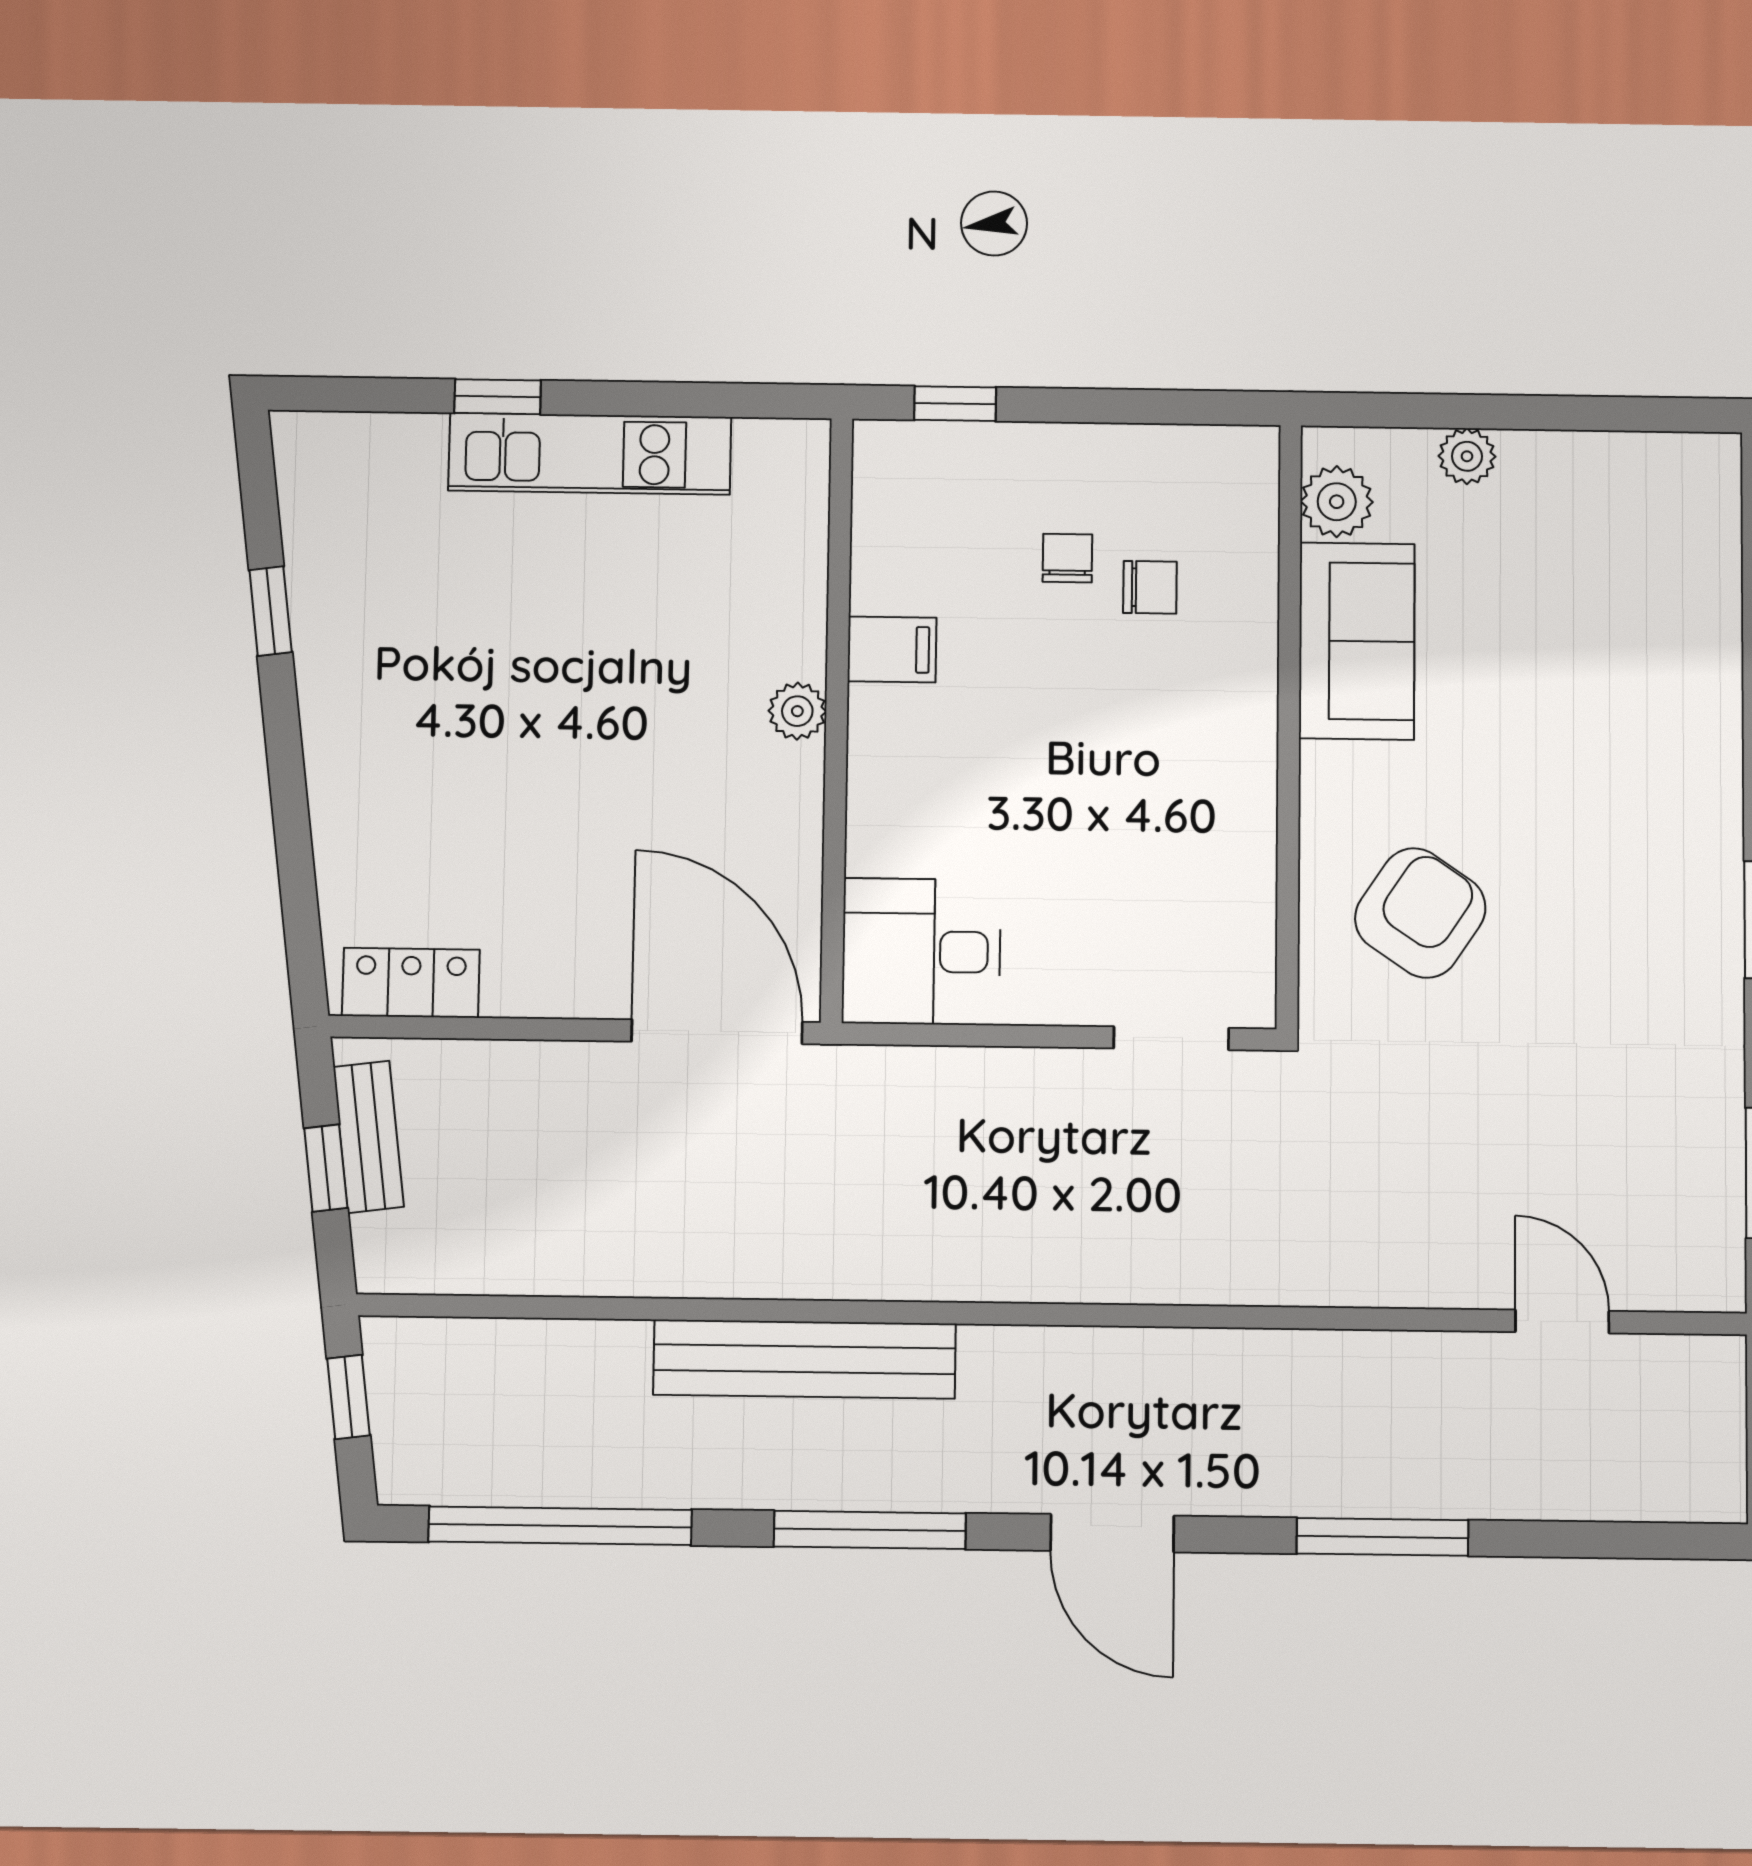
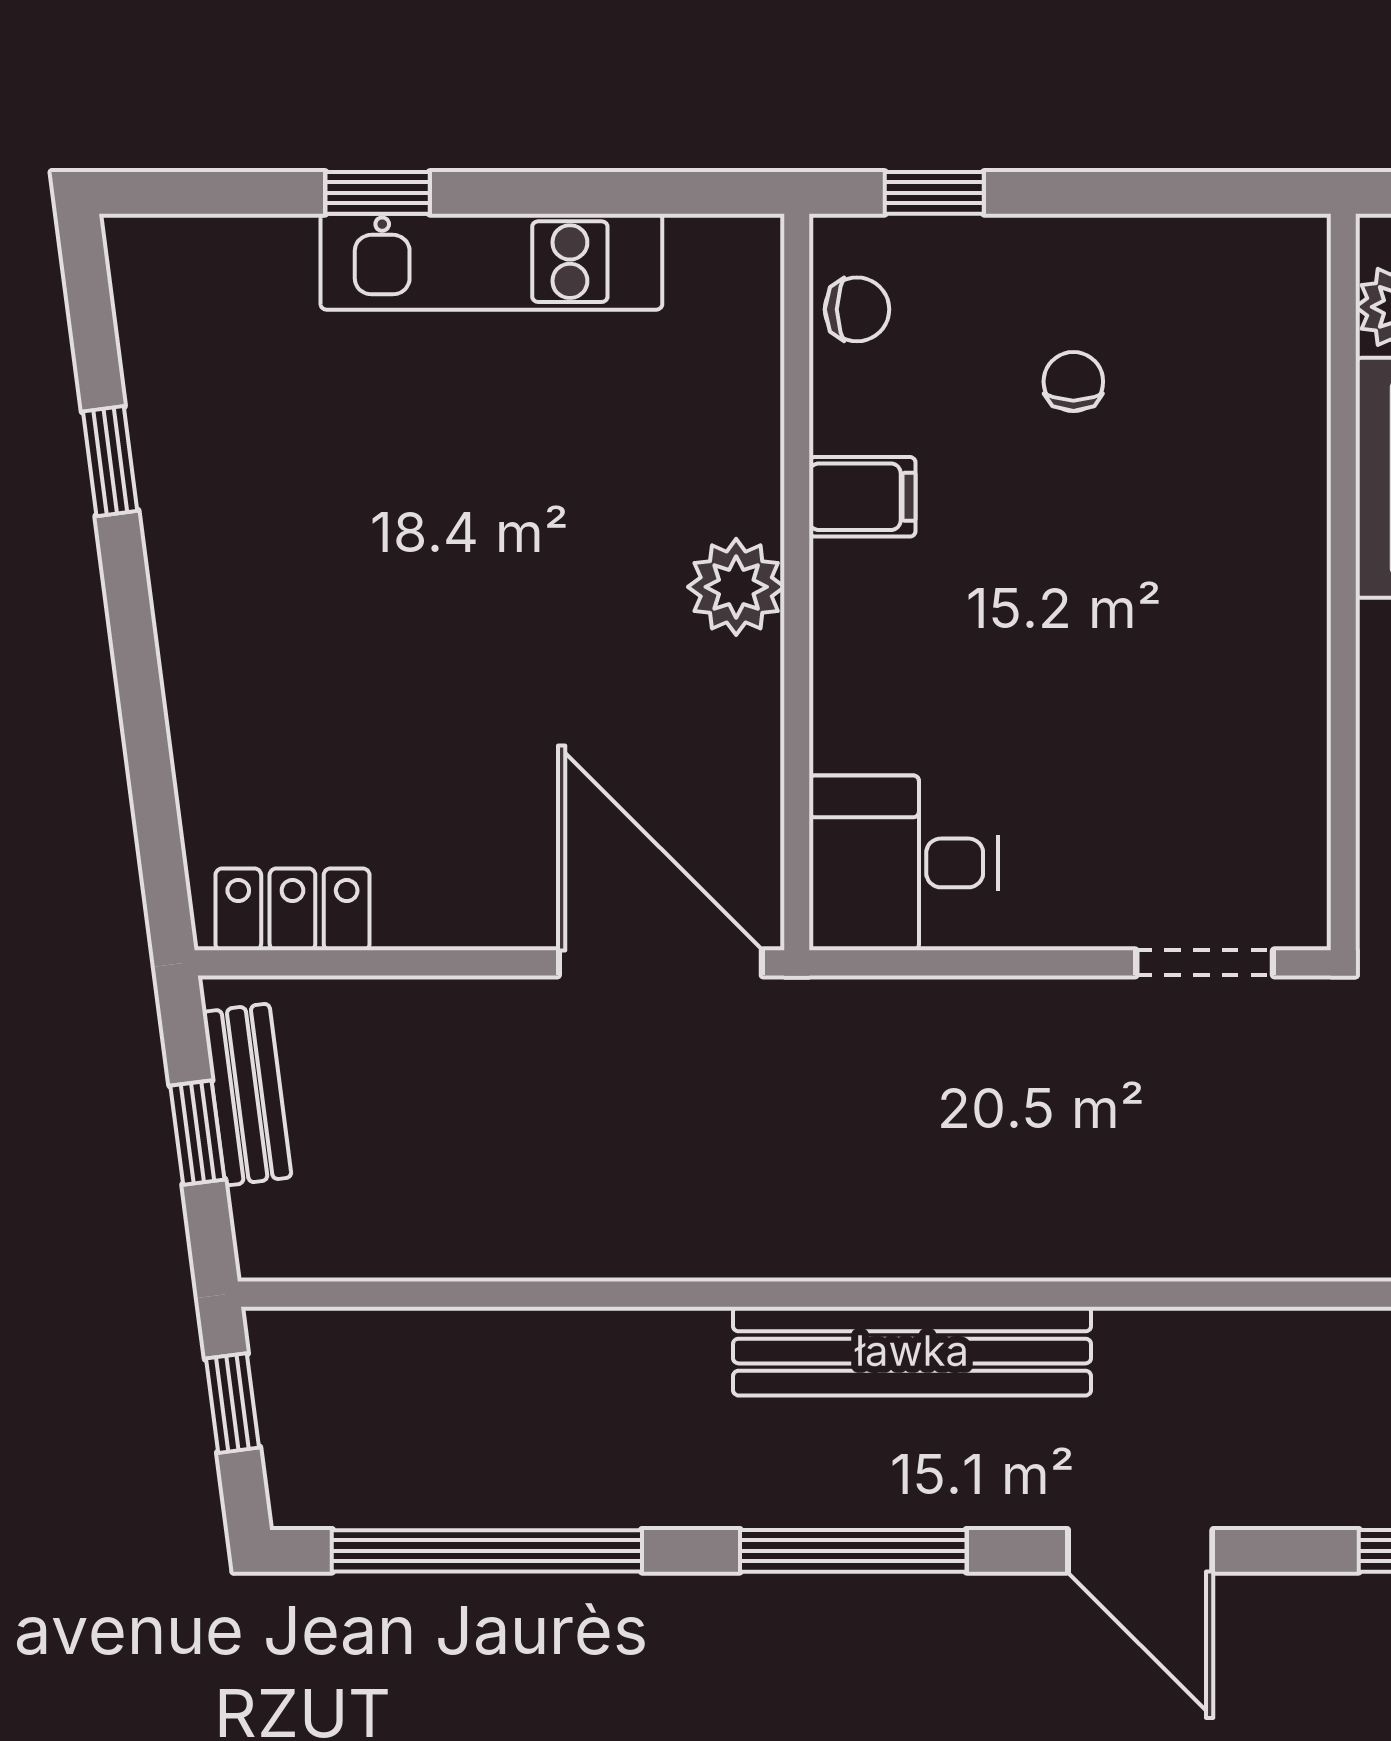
chair: (1150, 587) -> (857, 309), moved
plant: (797, 711) -> (736, 587), width x1.38, depth x1.38
bench: (805, 1359) -> (912, 1351), moved

